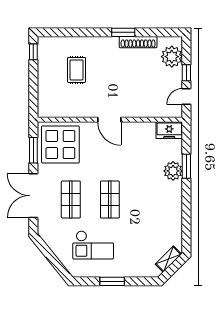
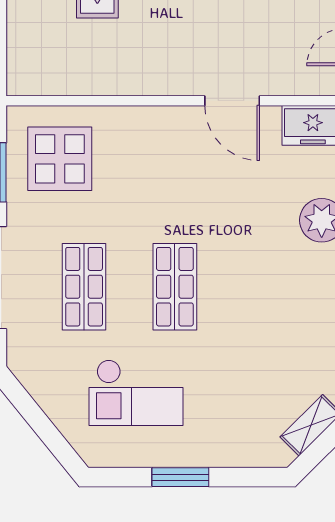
door: (109, 120) -> (232, 101), moved
display table: (60, 145) -> (60, 159), width x0.73, depth x0.73

